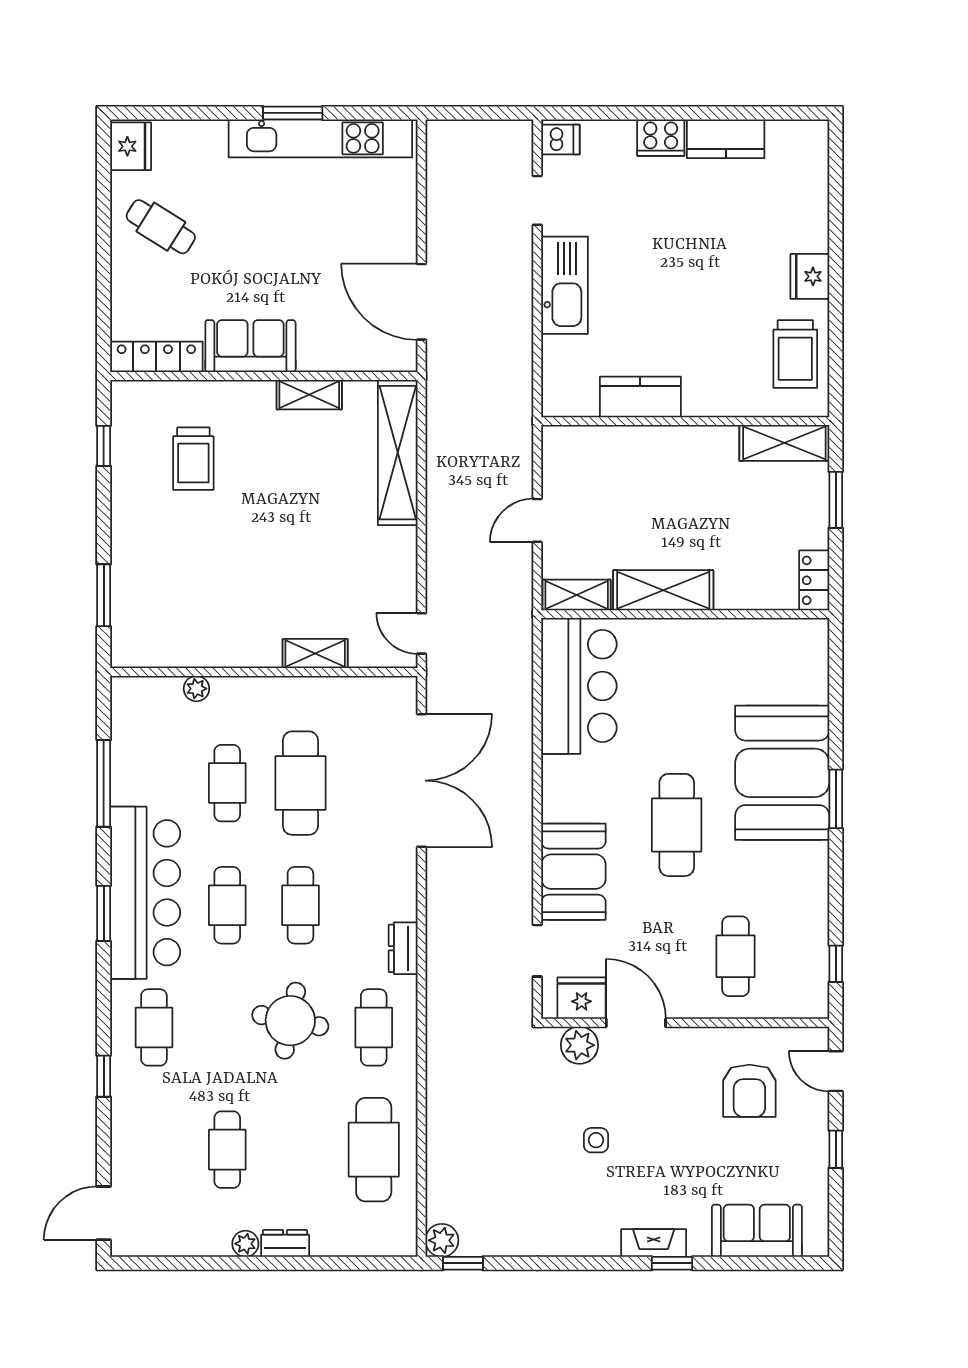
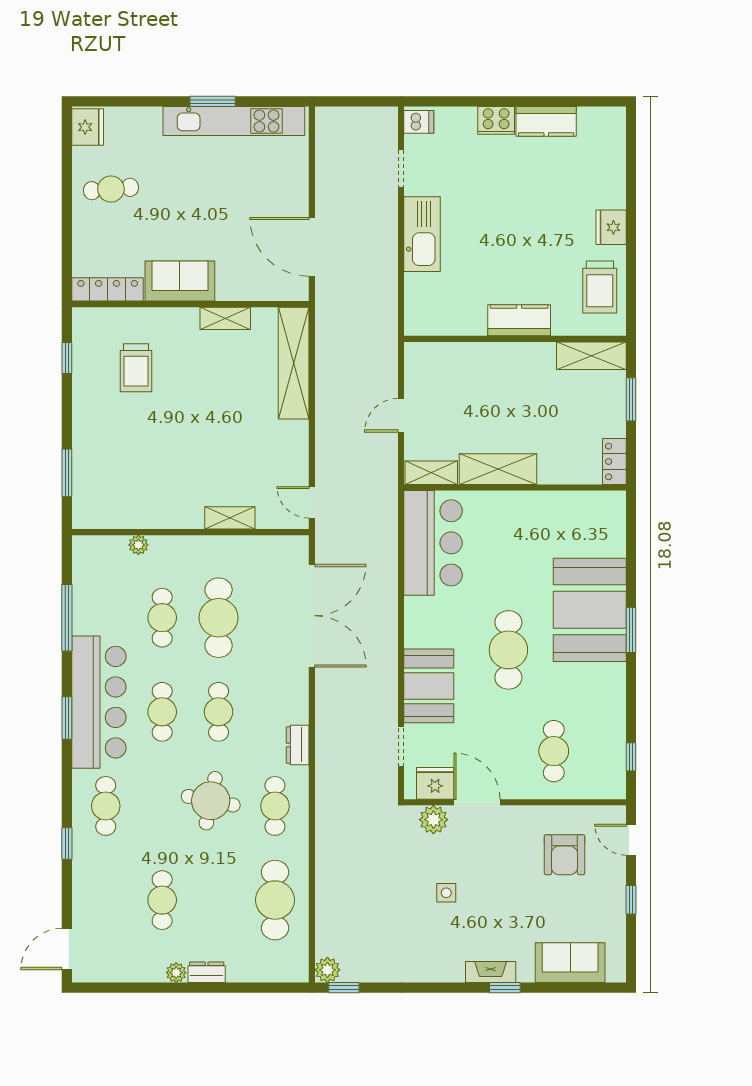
cafe table: (161, 227) -> (111, 189), turned -37
kitchen counter: (640, 397) -> (519, 320), moved

